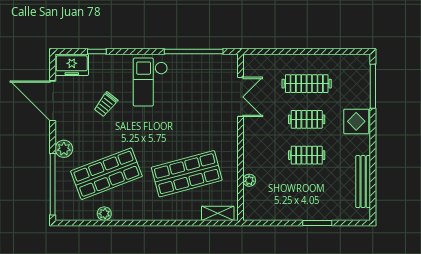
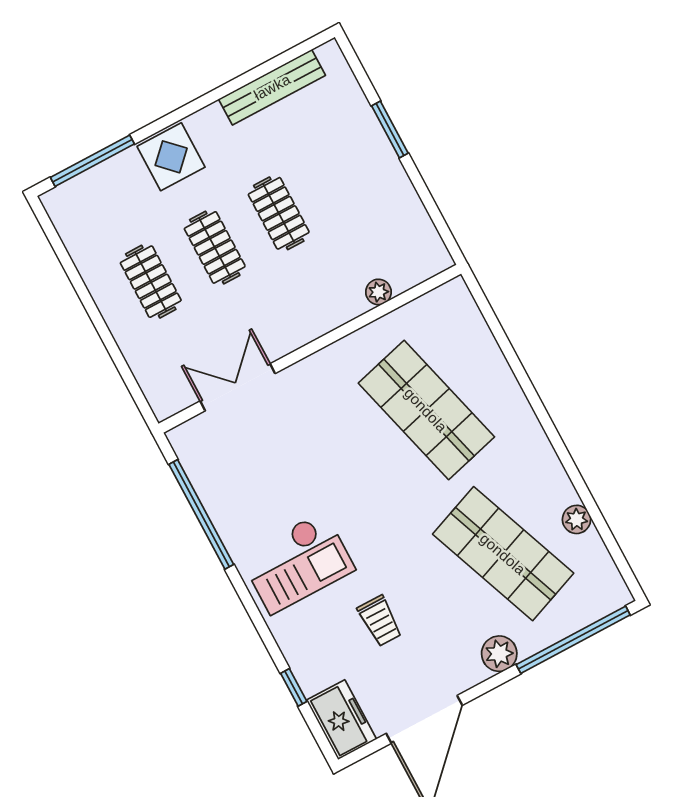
clothes rail: (307, 84) -> (151, 282), width x0.73
trolley: (106, 104) -> (380, 621), turned 52
shelving: (218, 213) -> (468, 317), removed

